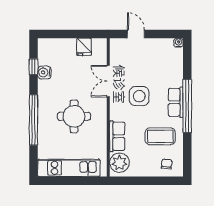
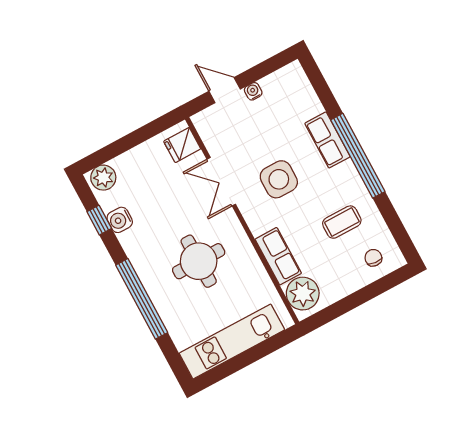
water cooler: (179, 43) -> (253, 91), moved
plant: (48, 46) -> (103, 178), added
fridge: (84, 47) -> (182, 145), moved, turned 90
row of seats: (176, 102) -> (327, 140), moved
coffee table: (160, 136) -> (342, 222), width x0.73, depth x0.77

